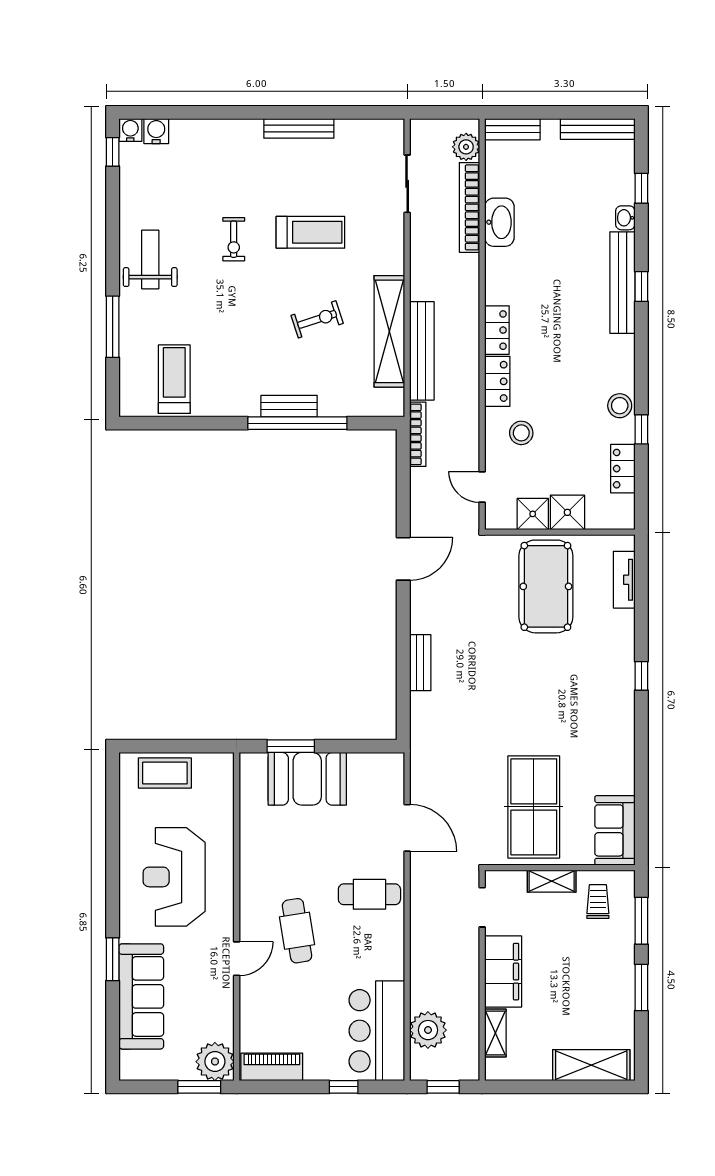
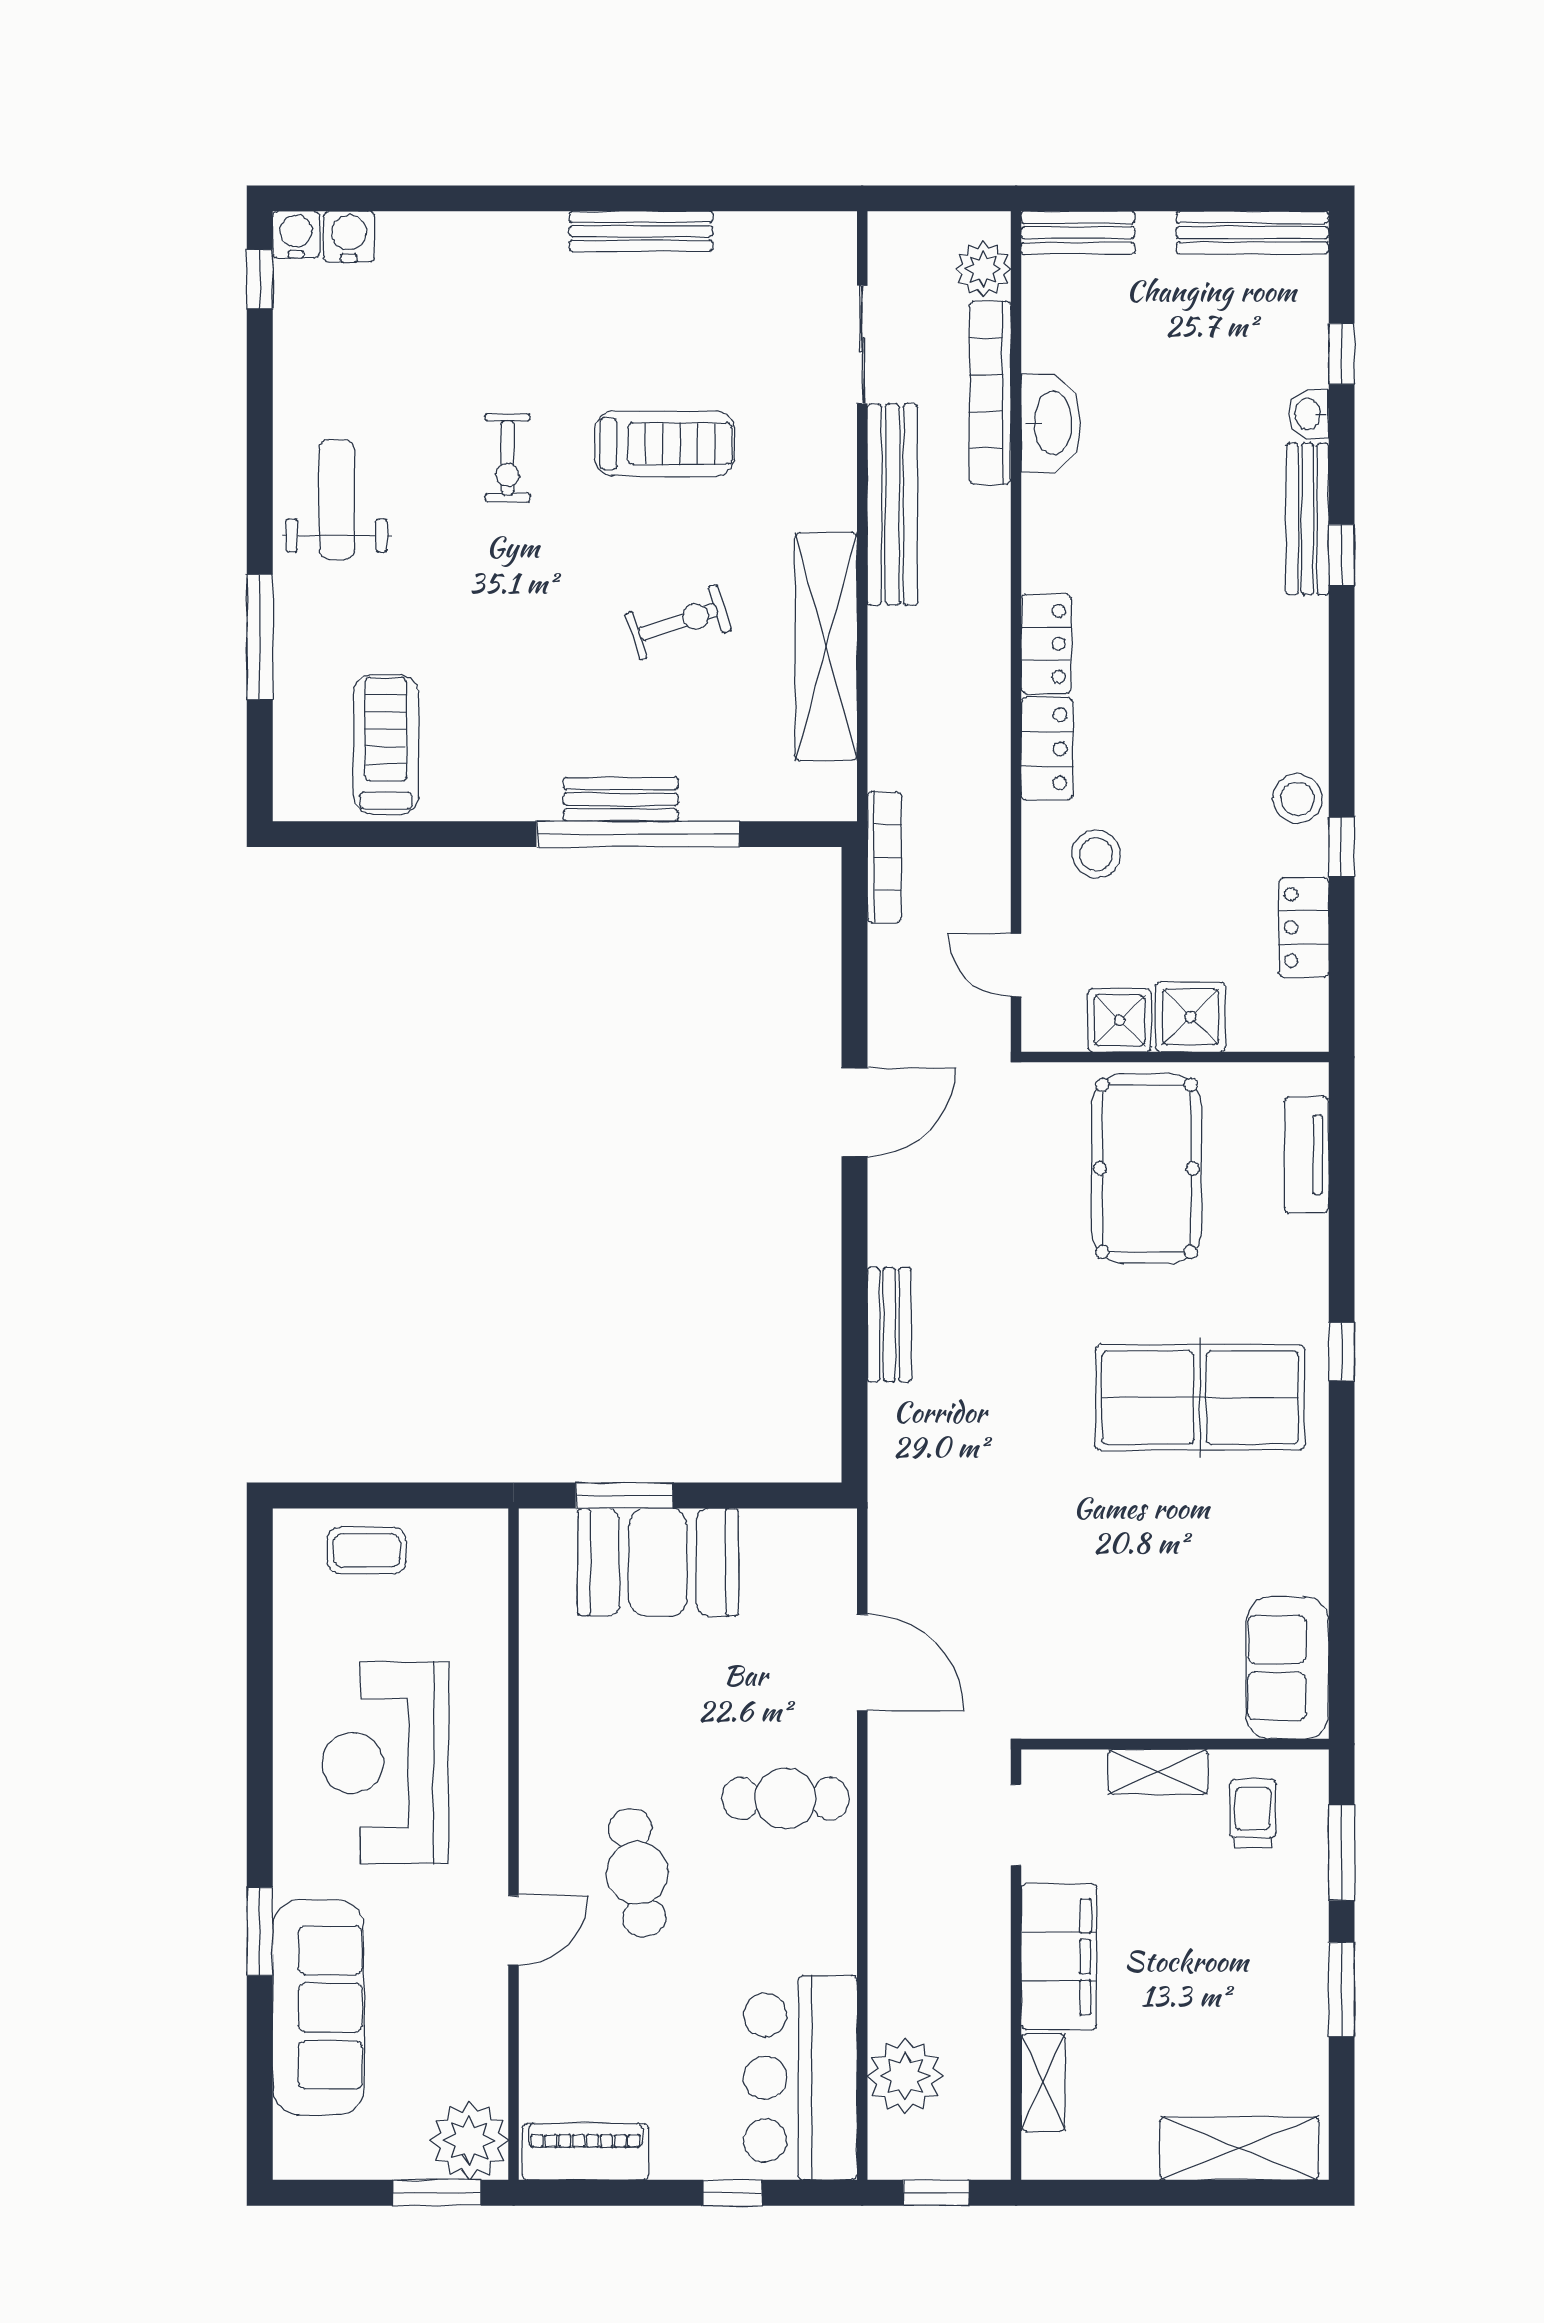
bench: (622, 283) -> (1307, 519), width x0.73, depth x0.82
bench: (422, 351) -> (892, 504), moved
coffee table: (165, 773) -> (367, 1550), width x0.73, depth x0.77
table tennis table: (534, 807) -> (1200, 1397), moved, turned 90

